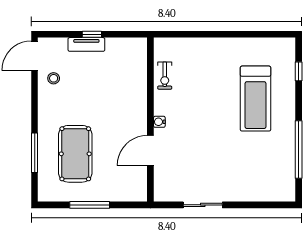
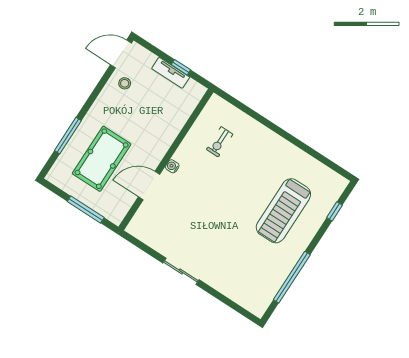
wall: (150, 120) -> (166, 160), moved
water cooler: (159, 122) -> (172, 166), moved
door: (150, 151) -> (149, 186), moved

